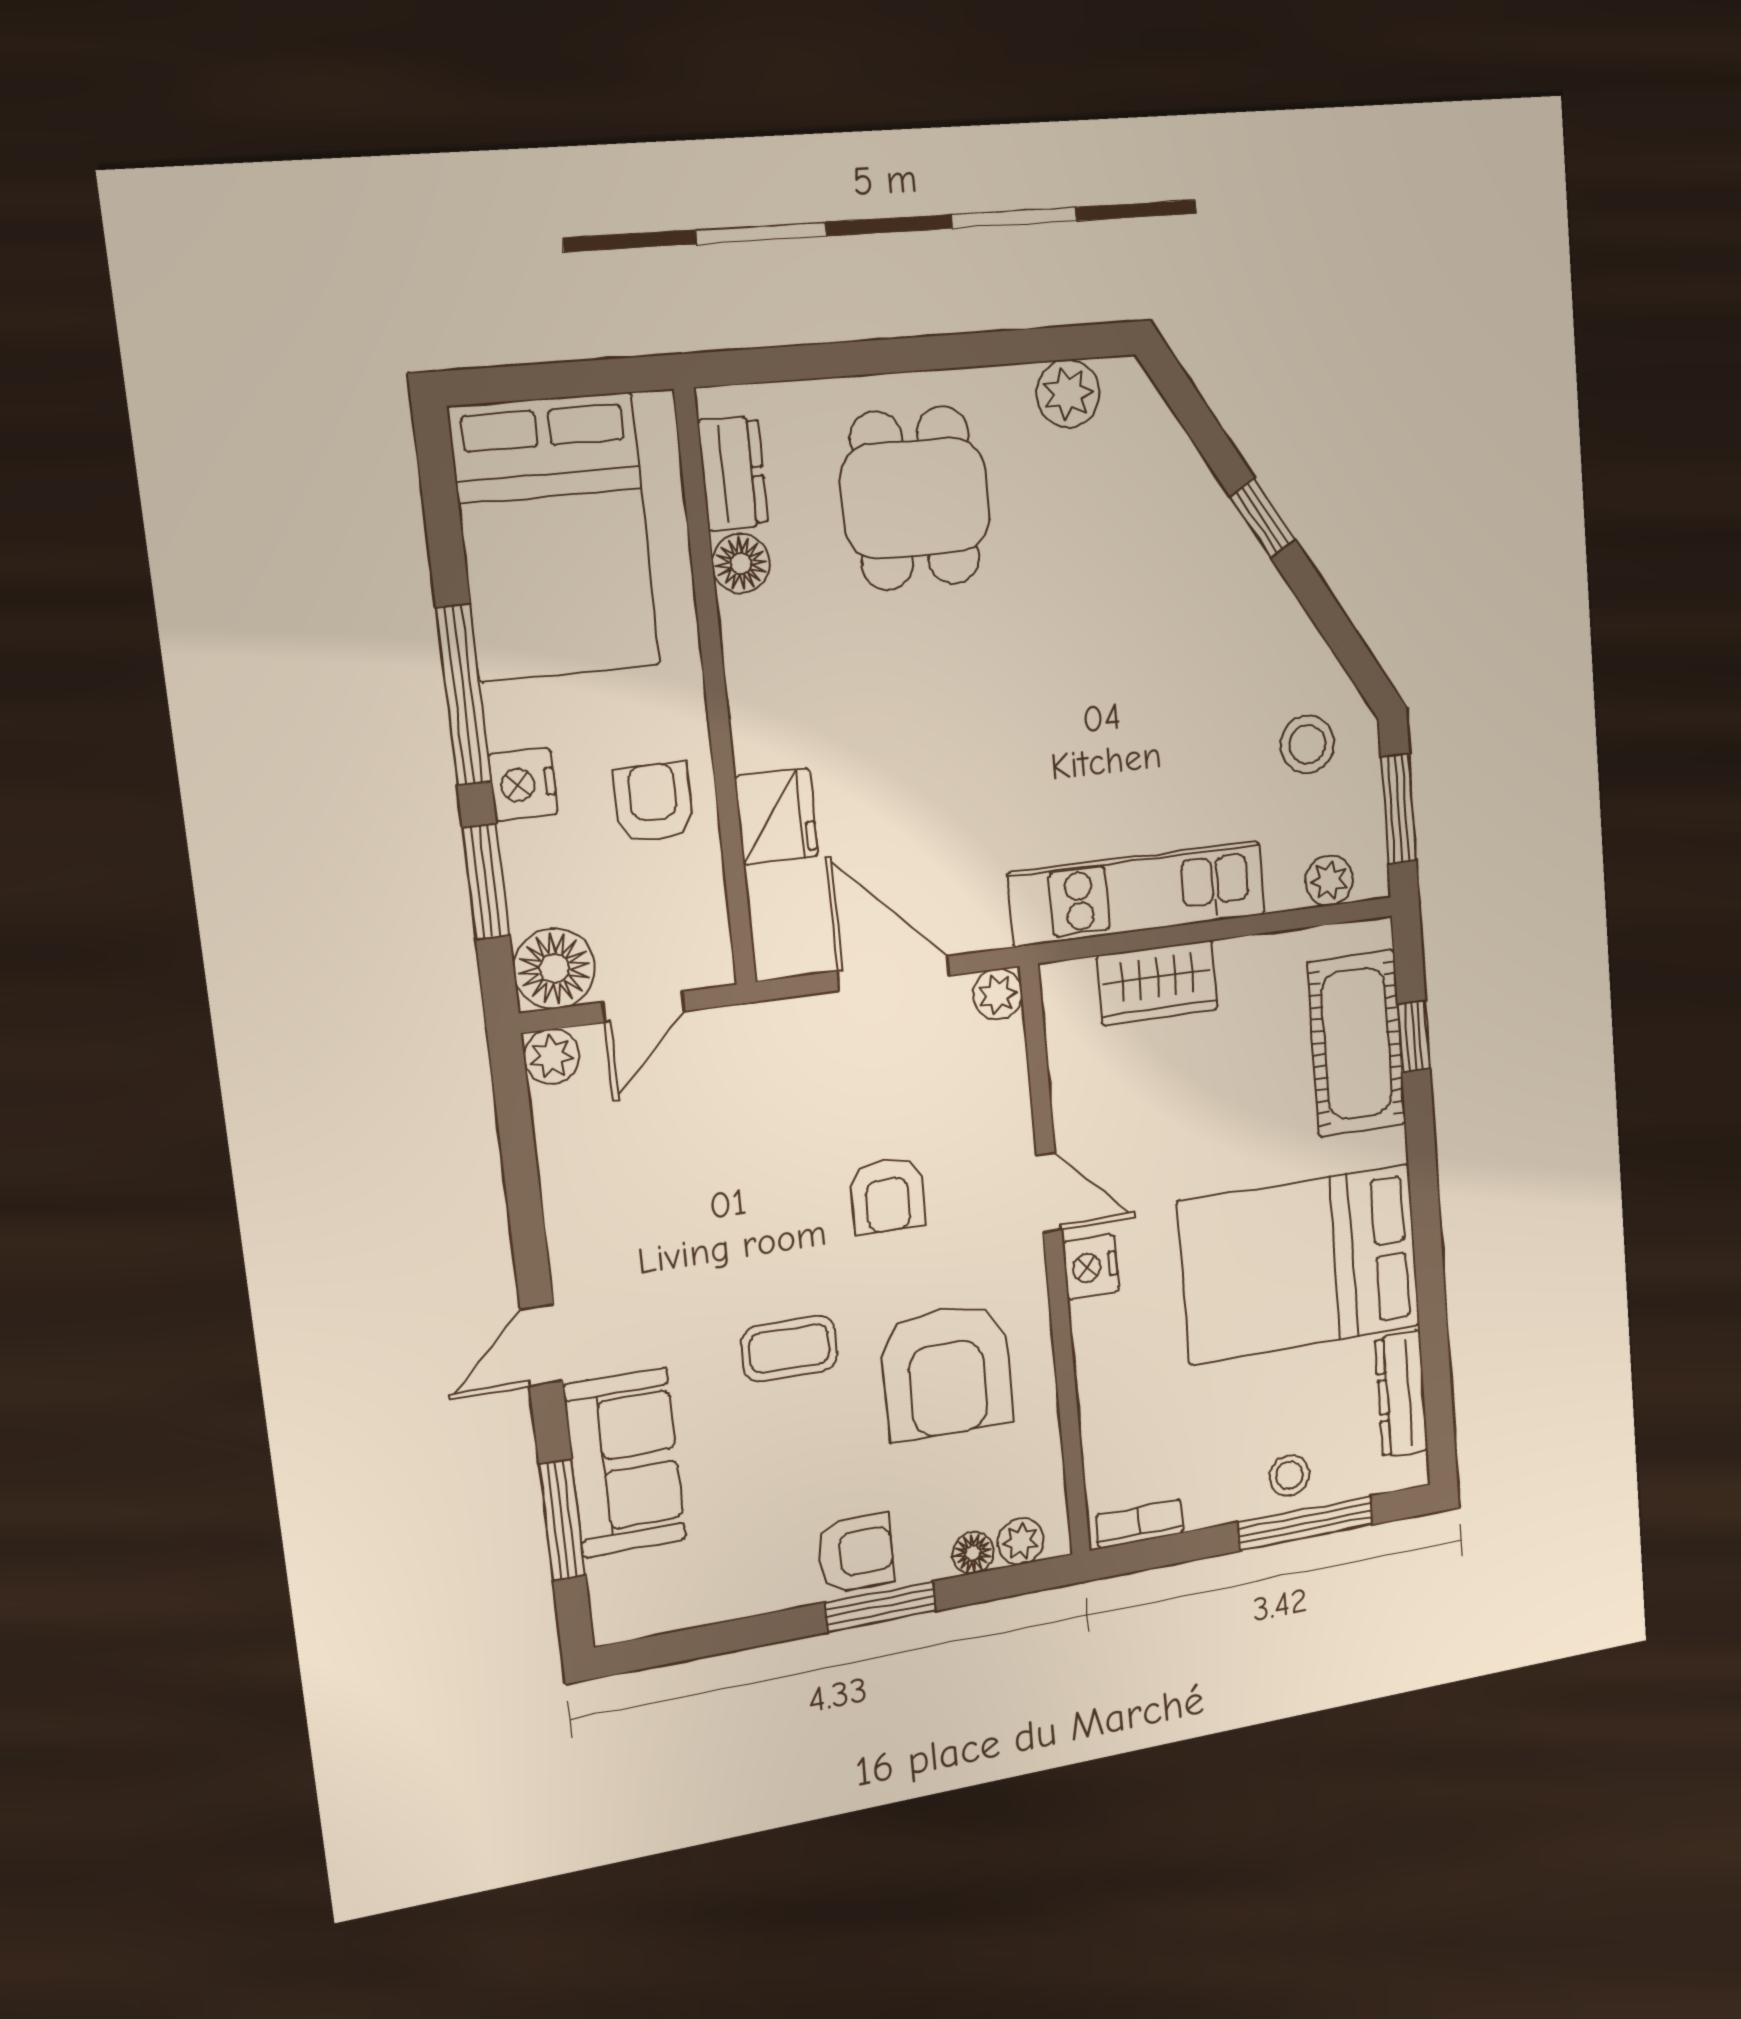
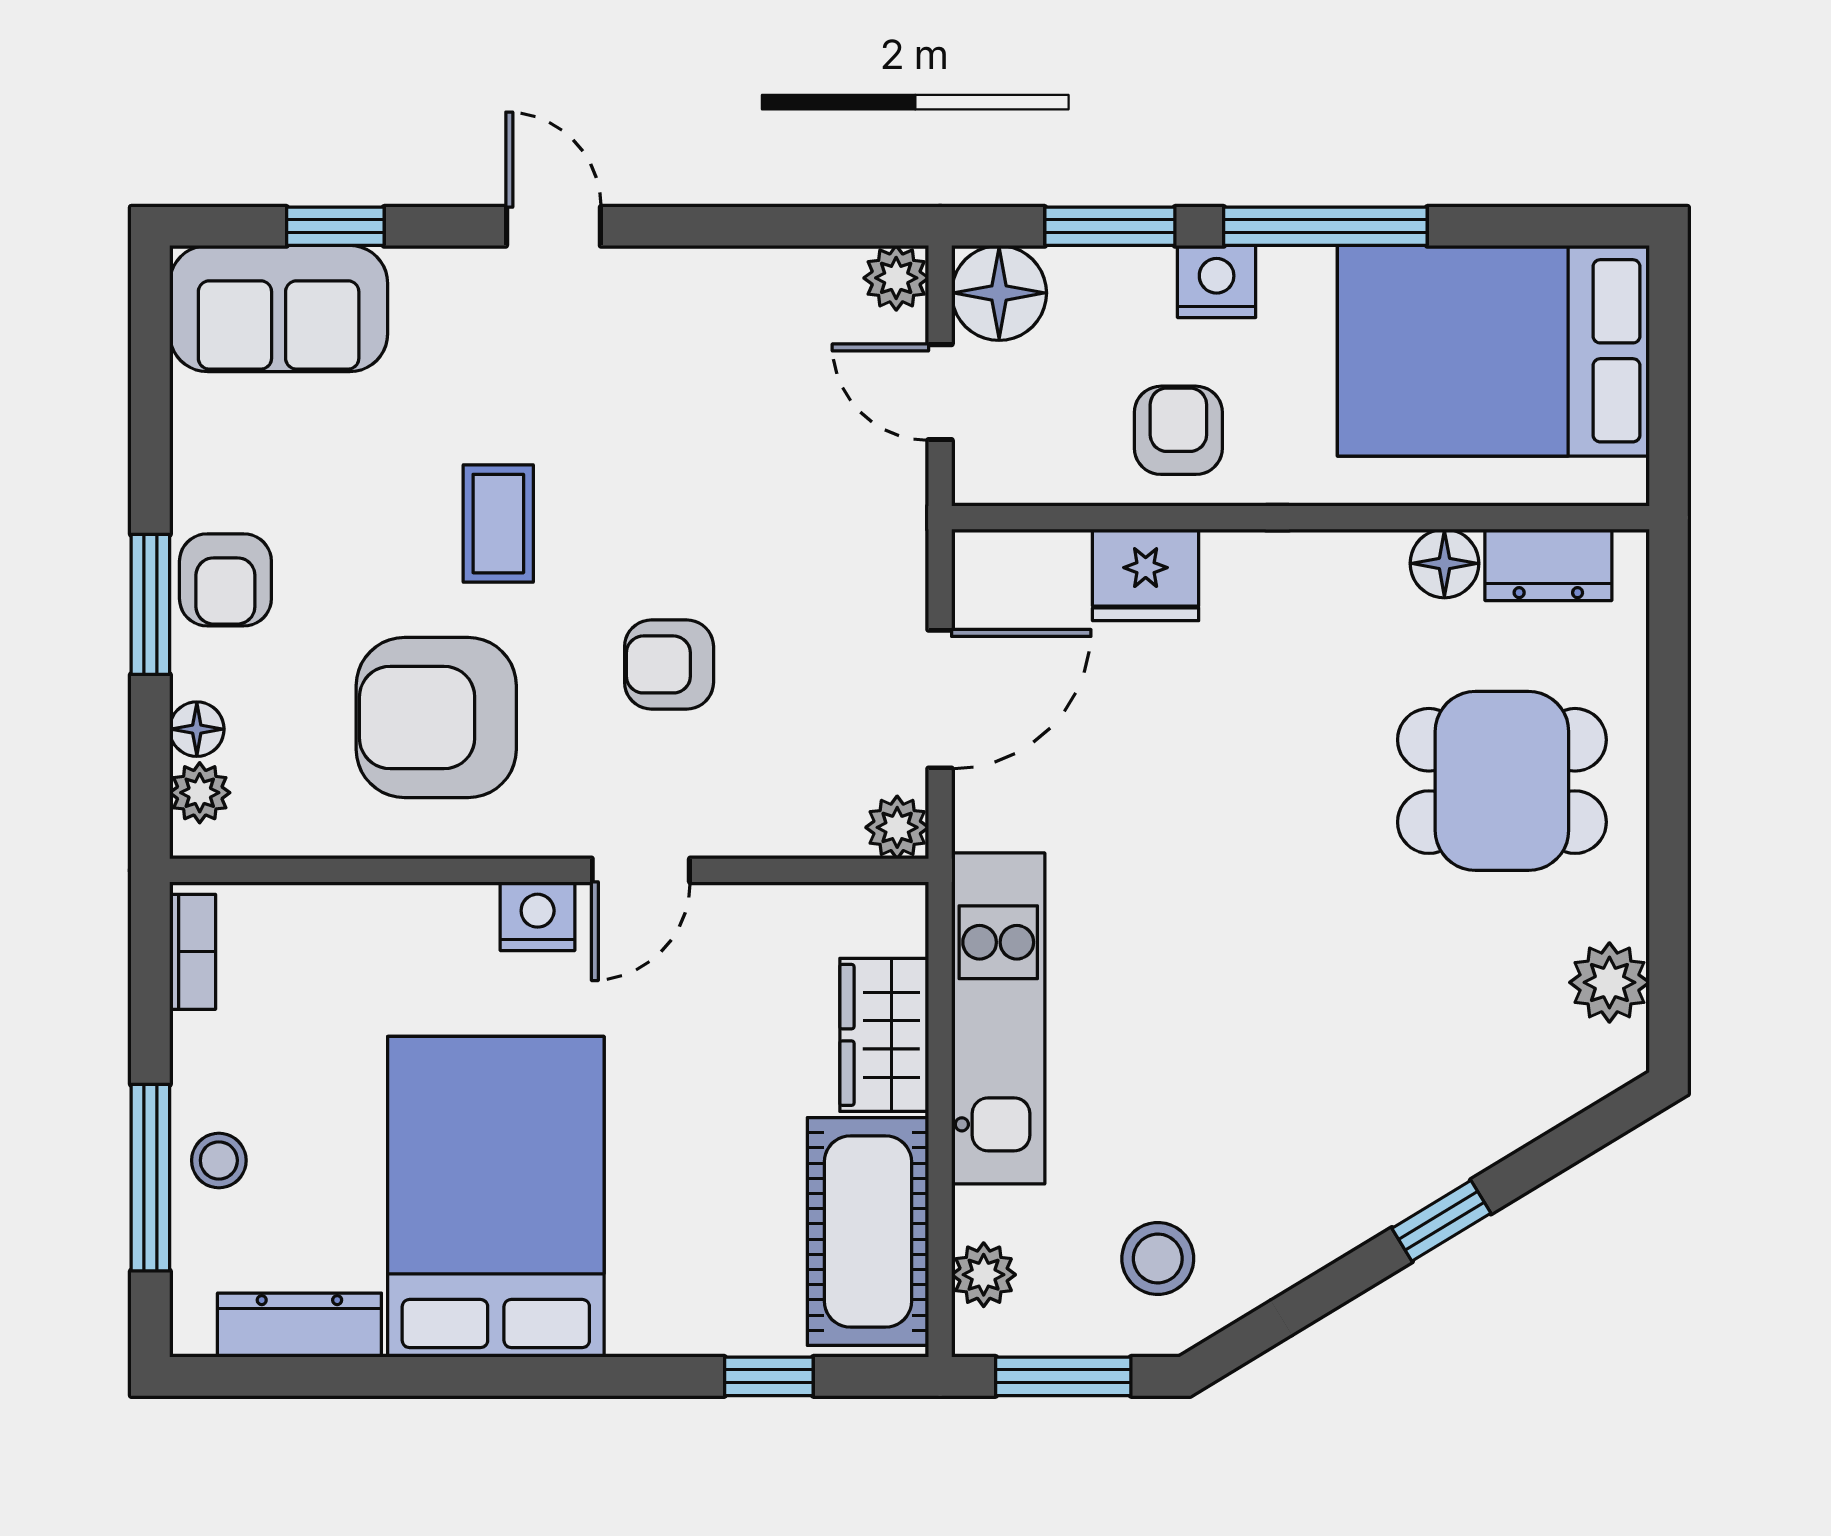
armchair: (653, 803) -> (1178, 430), turned -90
cot: (1357, 1043) -> (868, 1231), moved, turned 90
sofa: (625, 1463) -> (279, 309), moved
window: (562, 1520) -> (335, 226), width x0.67

